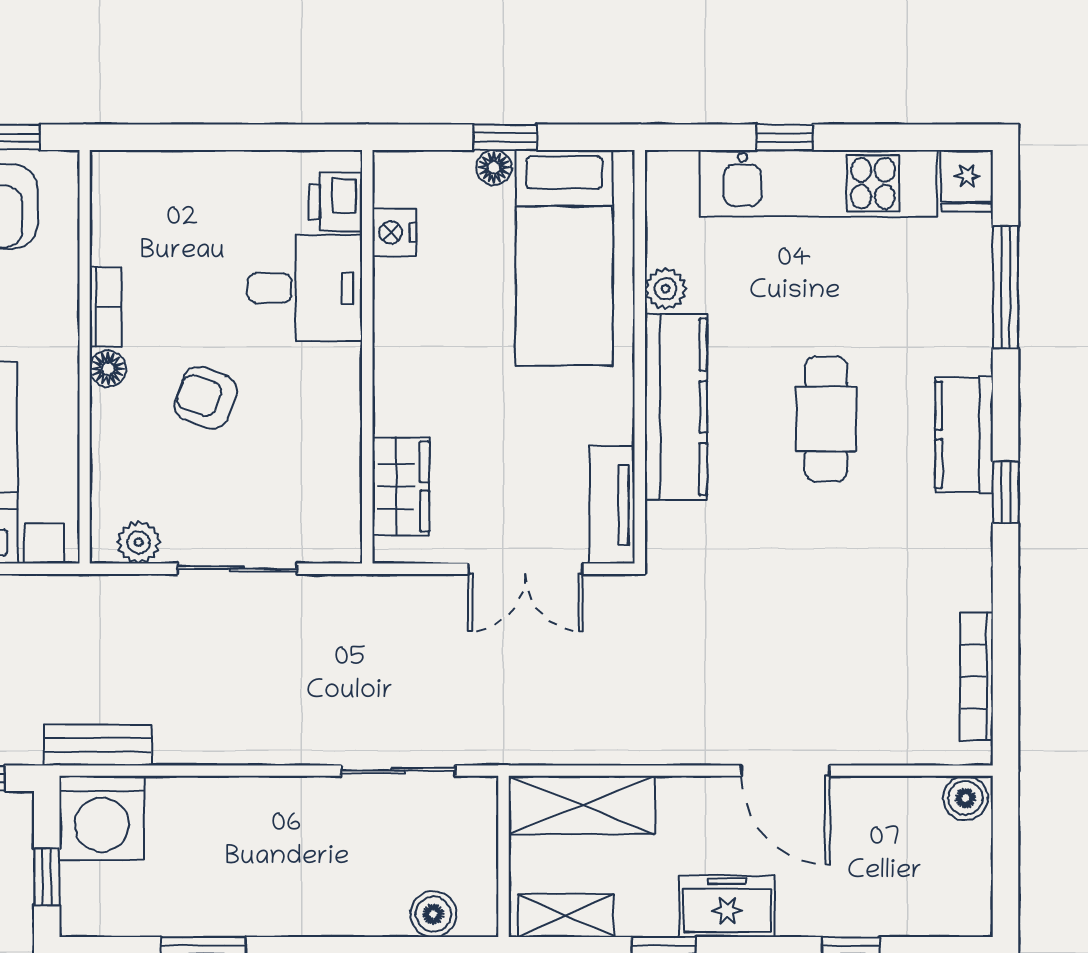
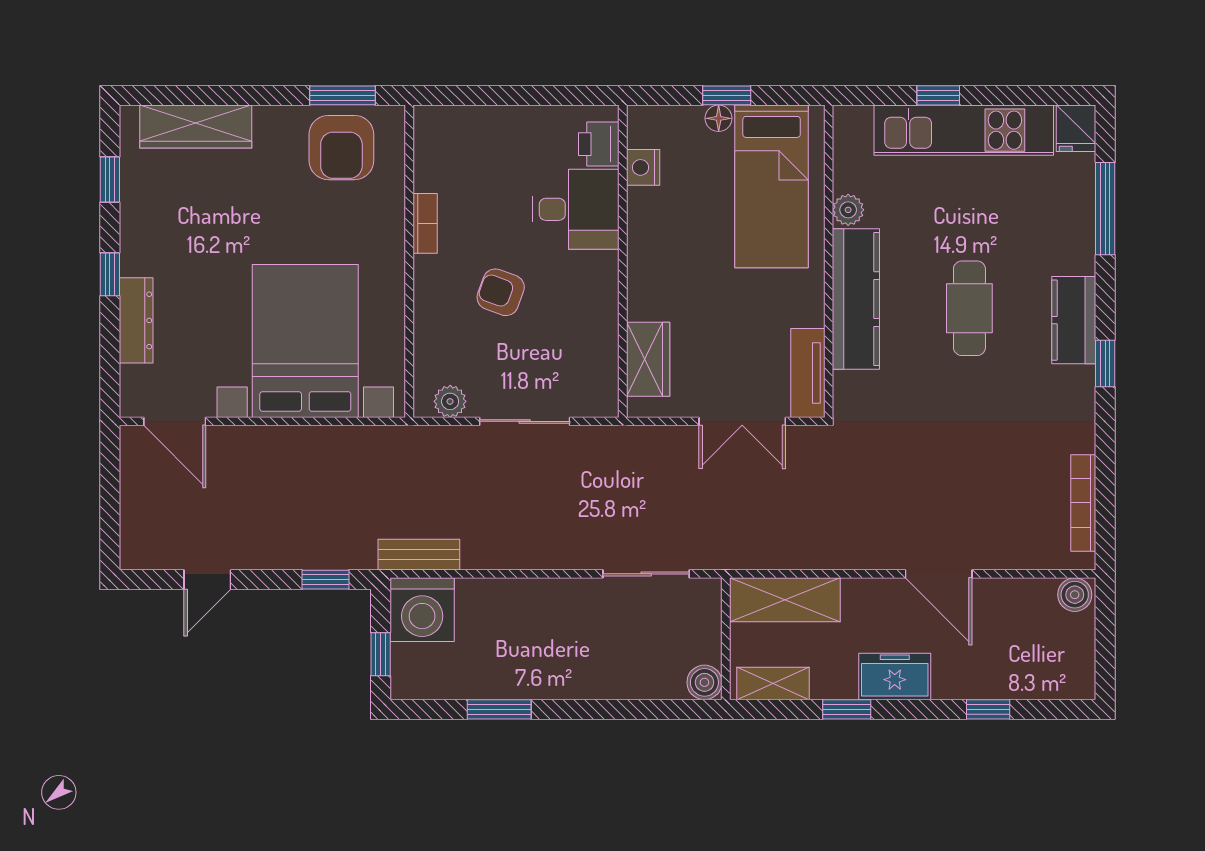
floor lamp: (108, 369) -> (427, 270), removed
boiler: (433, 914) -> (704, 682), moved

